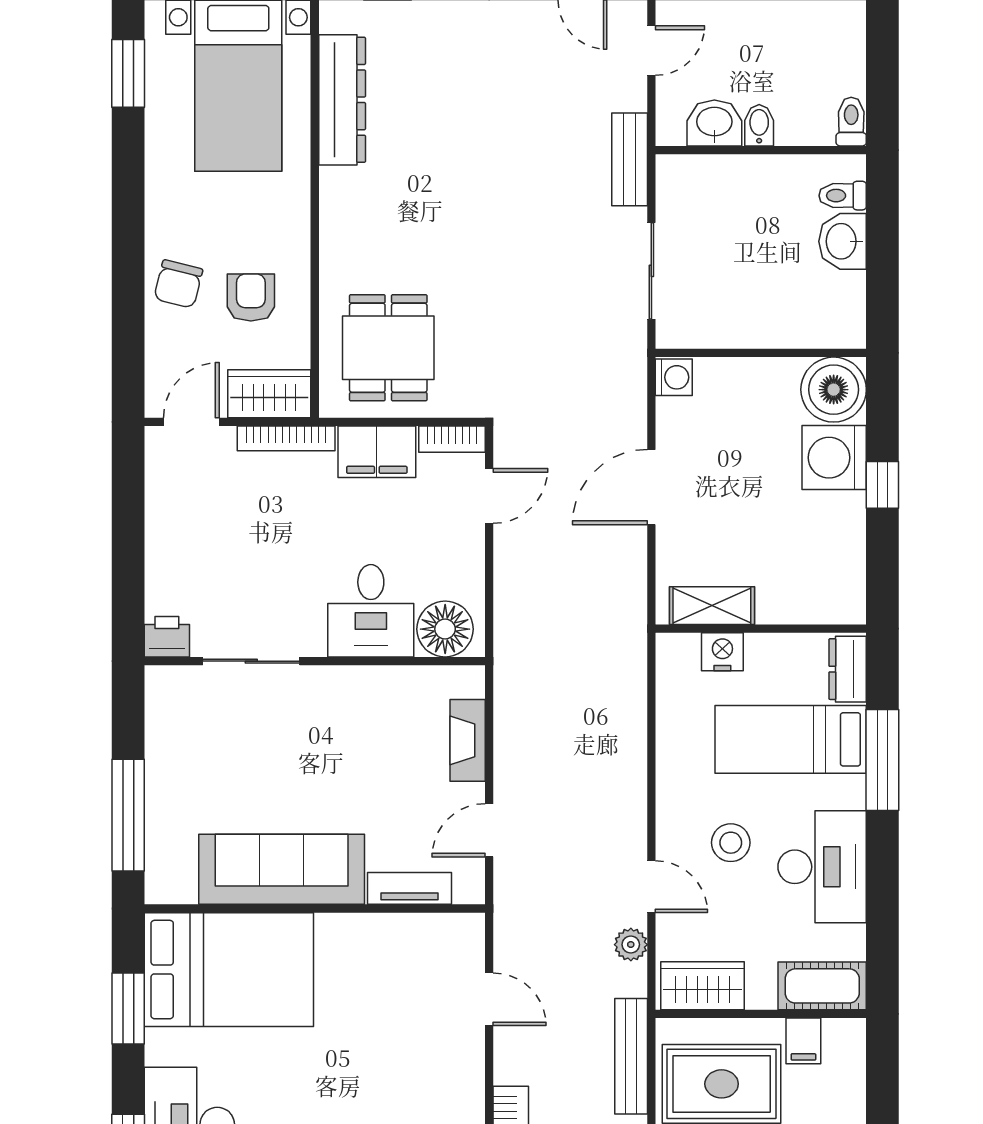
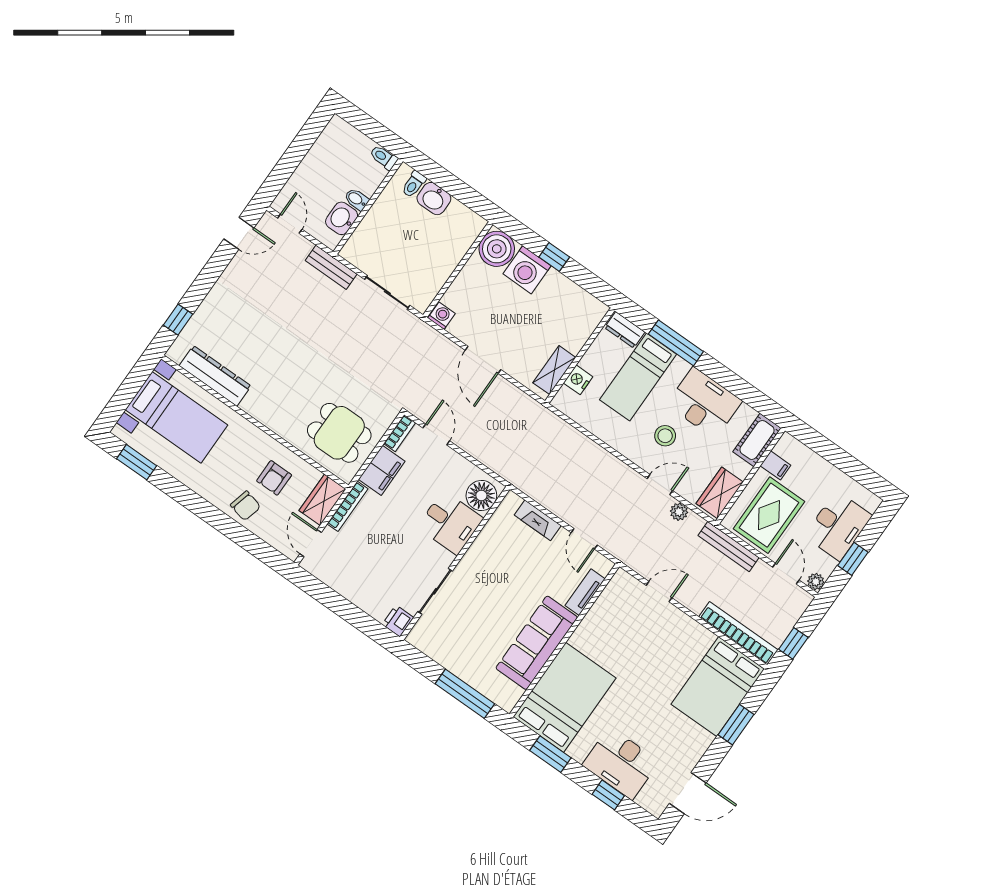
armchair: (251, 297) -> (274, 478), turned -90

